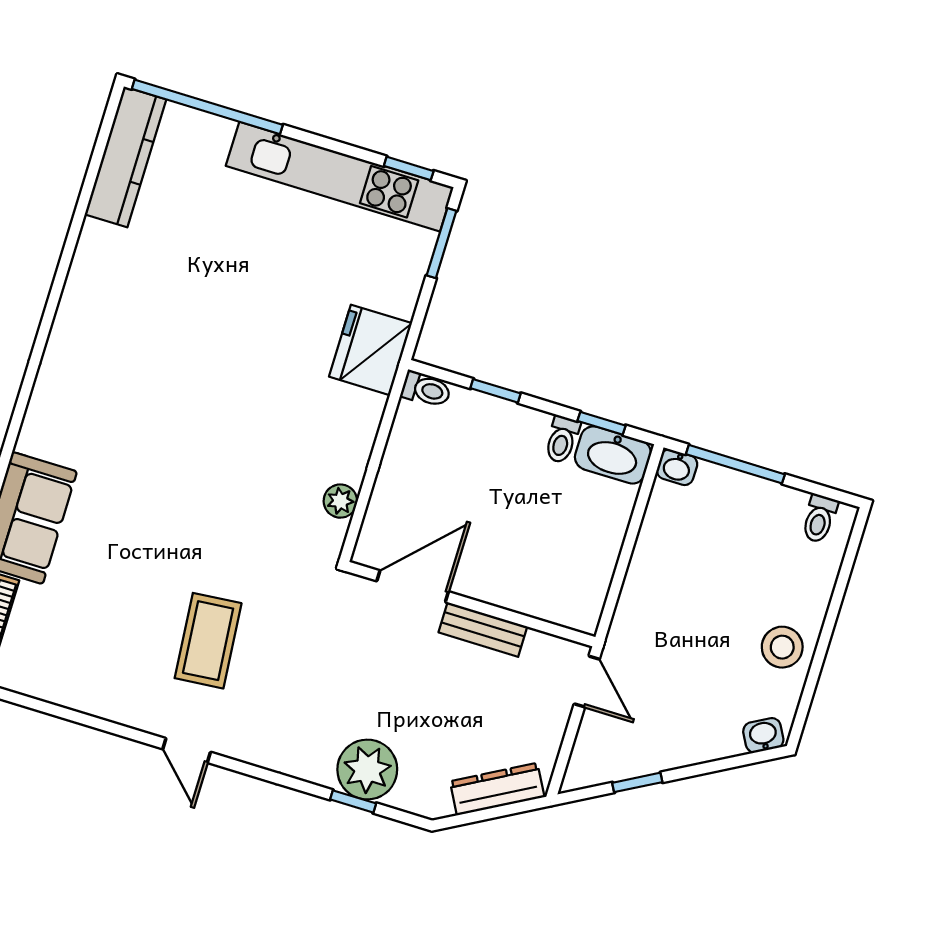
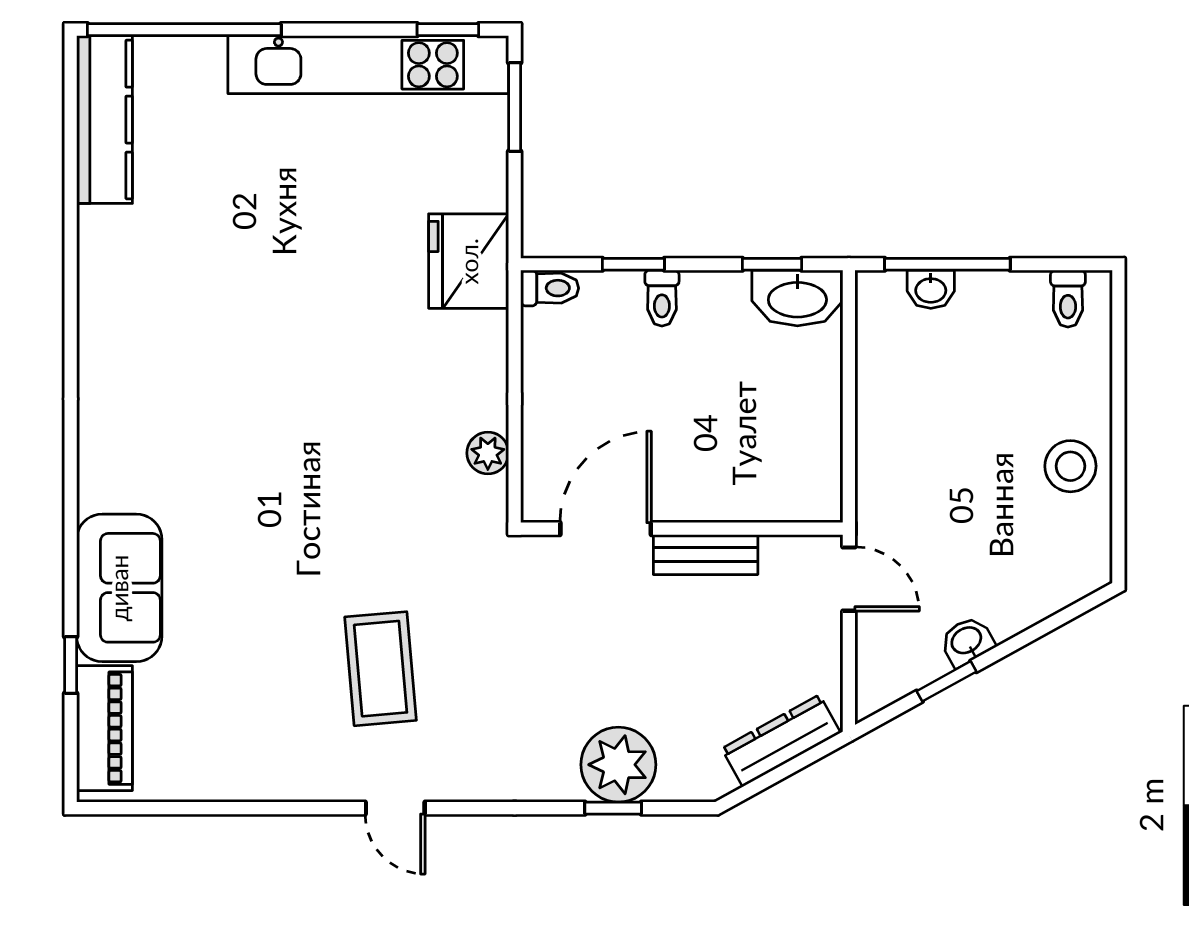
toilet: (562, 439) -> (662, 298), moved
washbasin: (677, 467) -> (931, 289), moved
washbasin: (763, 735) -> (967, 641), moved

